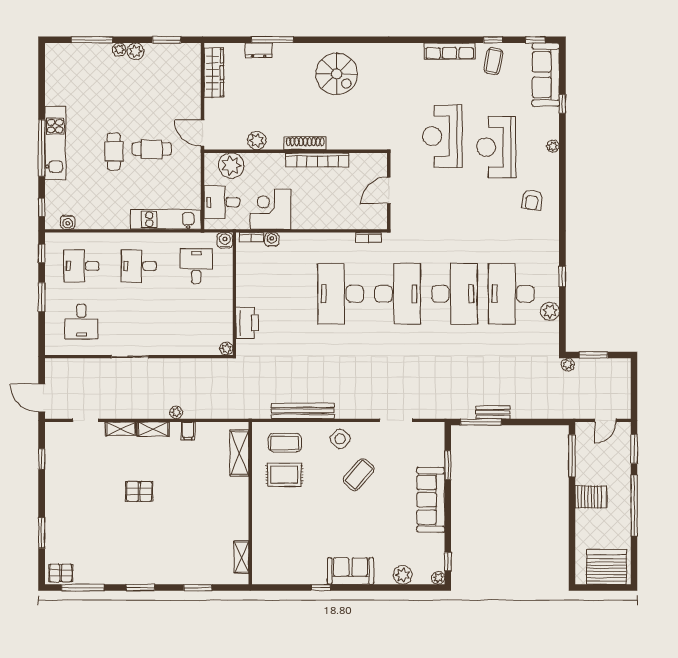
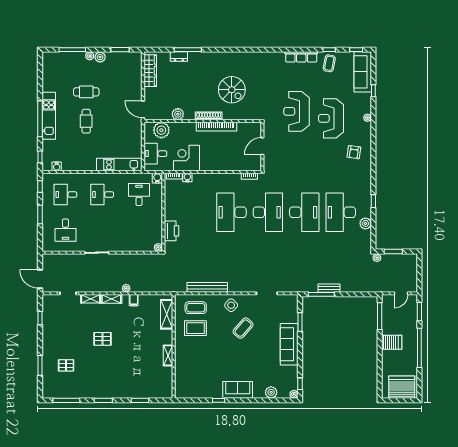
spiral stairs: (337, 74) -> (232, 90), moved
cafe table: (152, 149) -> (86, 92), moved
shelving: (241, 557) -> (168, 355), moved
pallet: (61, 573) -> (66, 365), moved

